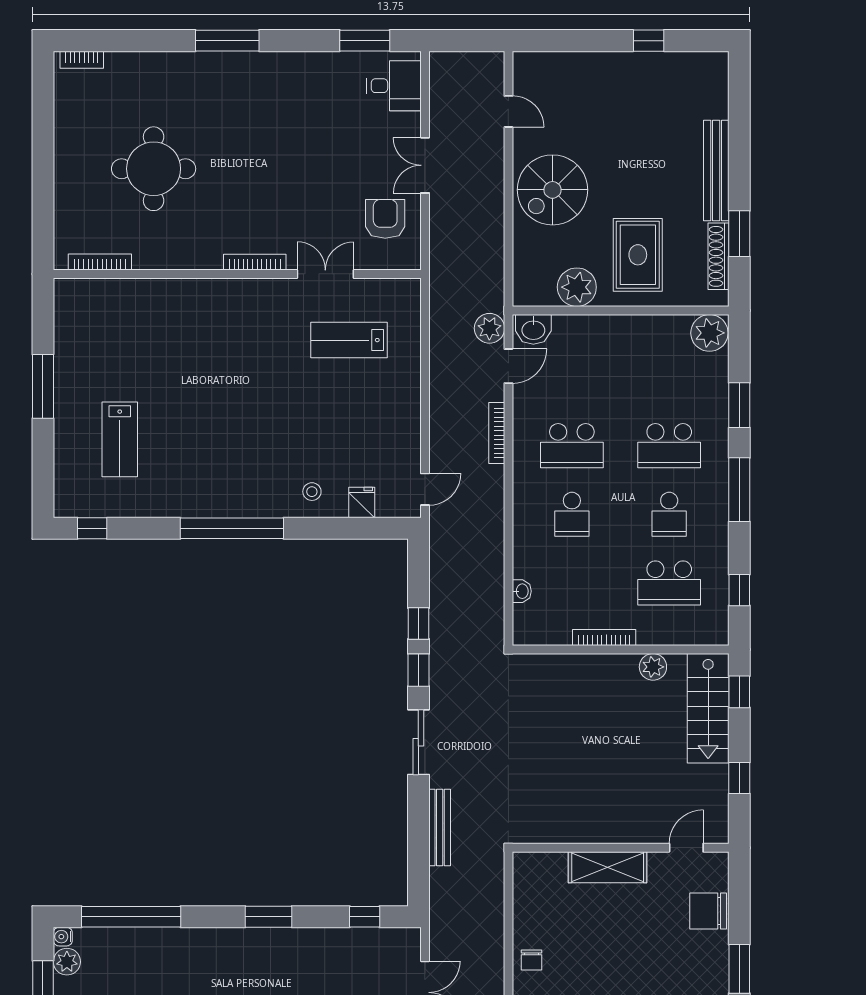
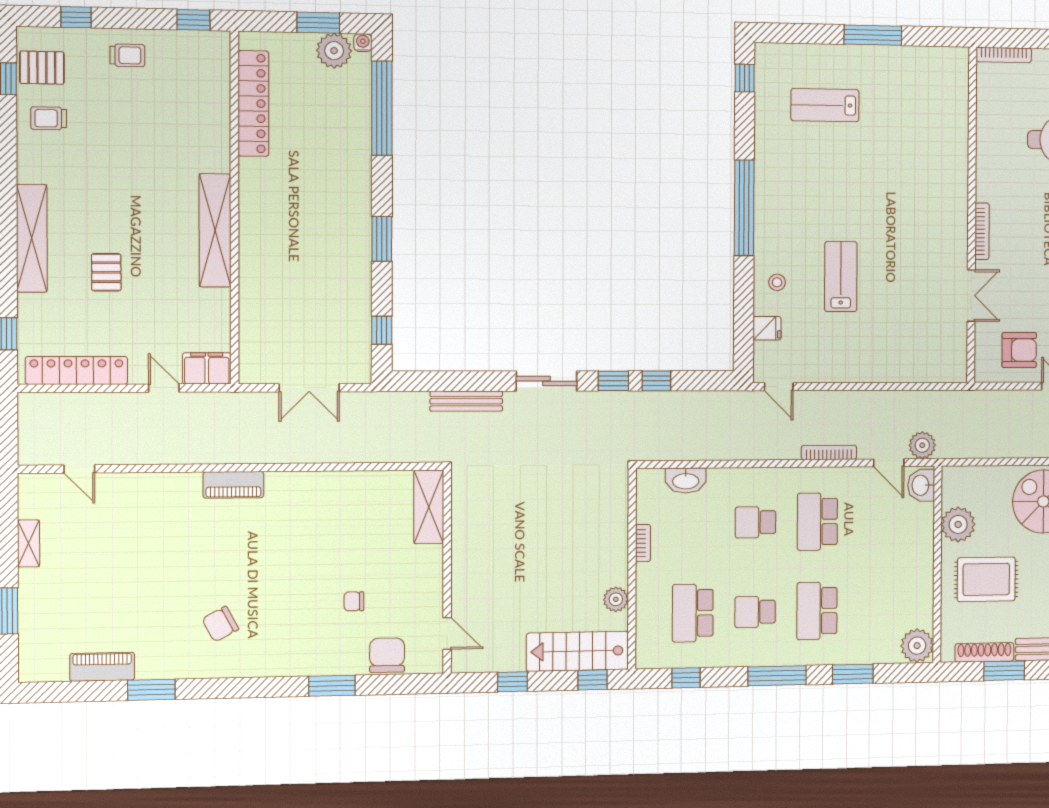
bookcase: (100, 262) -> (1004, 55), moved, turned 90
lab bench: (349, 340) -> (841, 277), moved
washbasin: (522, 591) -> (686, 480), width x1.91, depth x1.45
bookcase: (604, 638) -> (643, 543), width x0.64
shelving: (608, 867) -> (429, 507), moved
chair: (531, 960) -> (354, 601), moved
plant: (67, 962) -> (334, 51), width x1.36, depth x1.36

